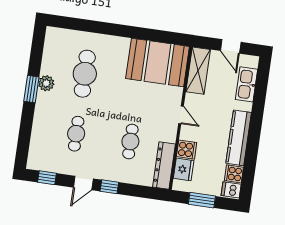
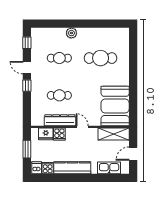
plant: (46, 83) -> (71, 33), moved
window: (31, 89) -> (85, 24), removed
door: (181, 115) -> (82, 127), swing flipped
dresser: (164, 166) -> (60, 120), moved

